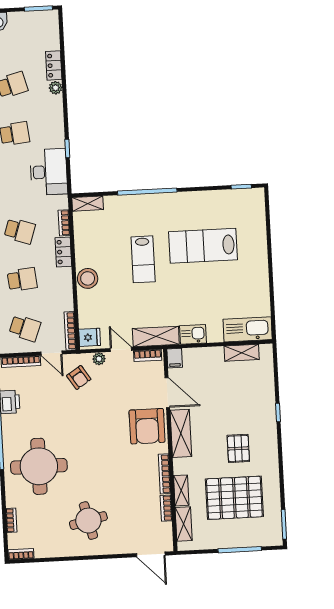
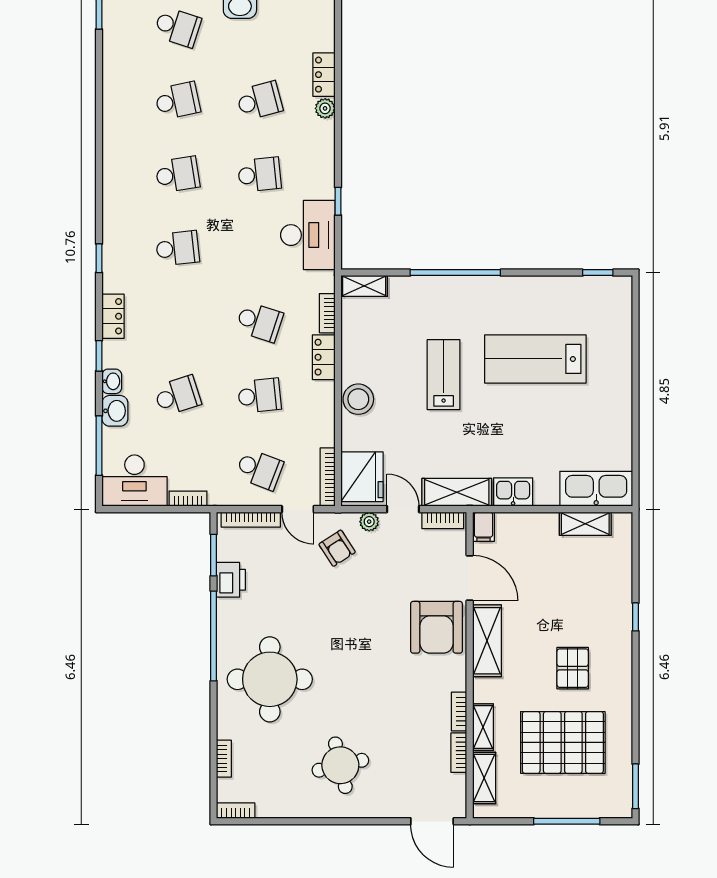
lab bench: (143, 259) -> (444, 375), turned 180
fridge: (90, 337) -> (362, 477), width x1.88, depth x1.34
bookcase: (164, 474) -> (459, 712), width x0.64

